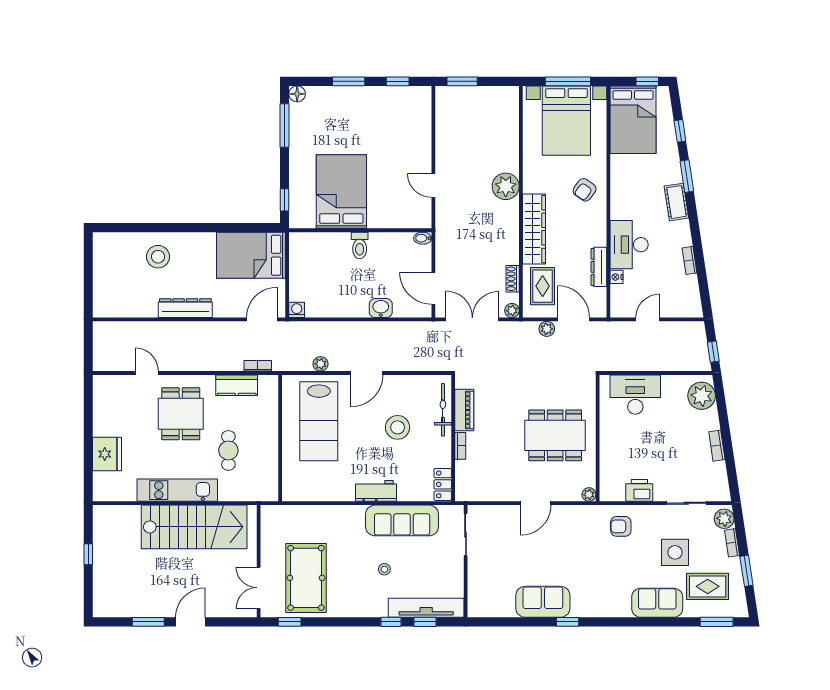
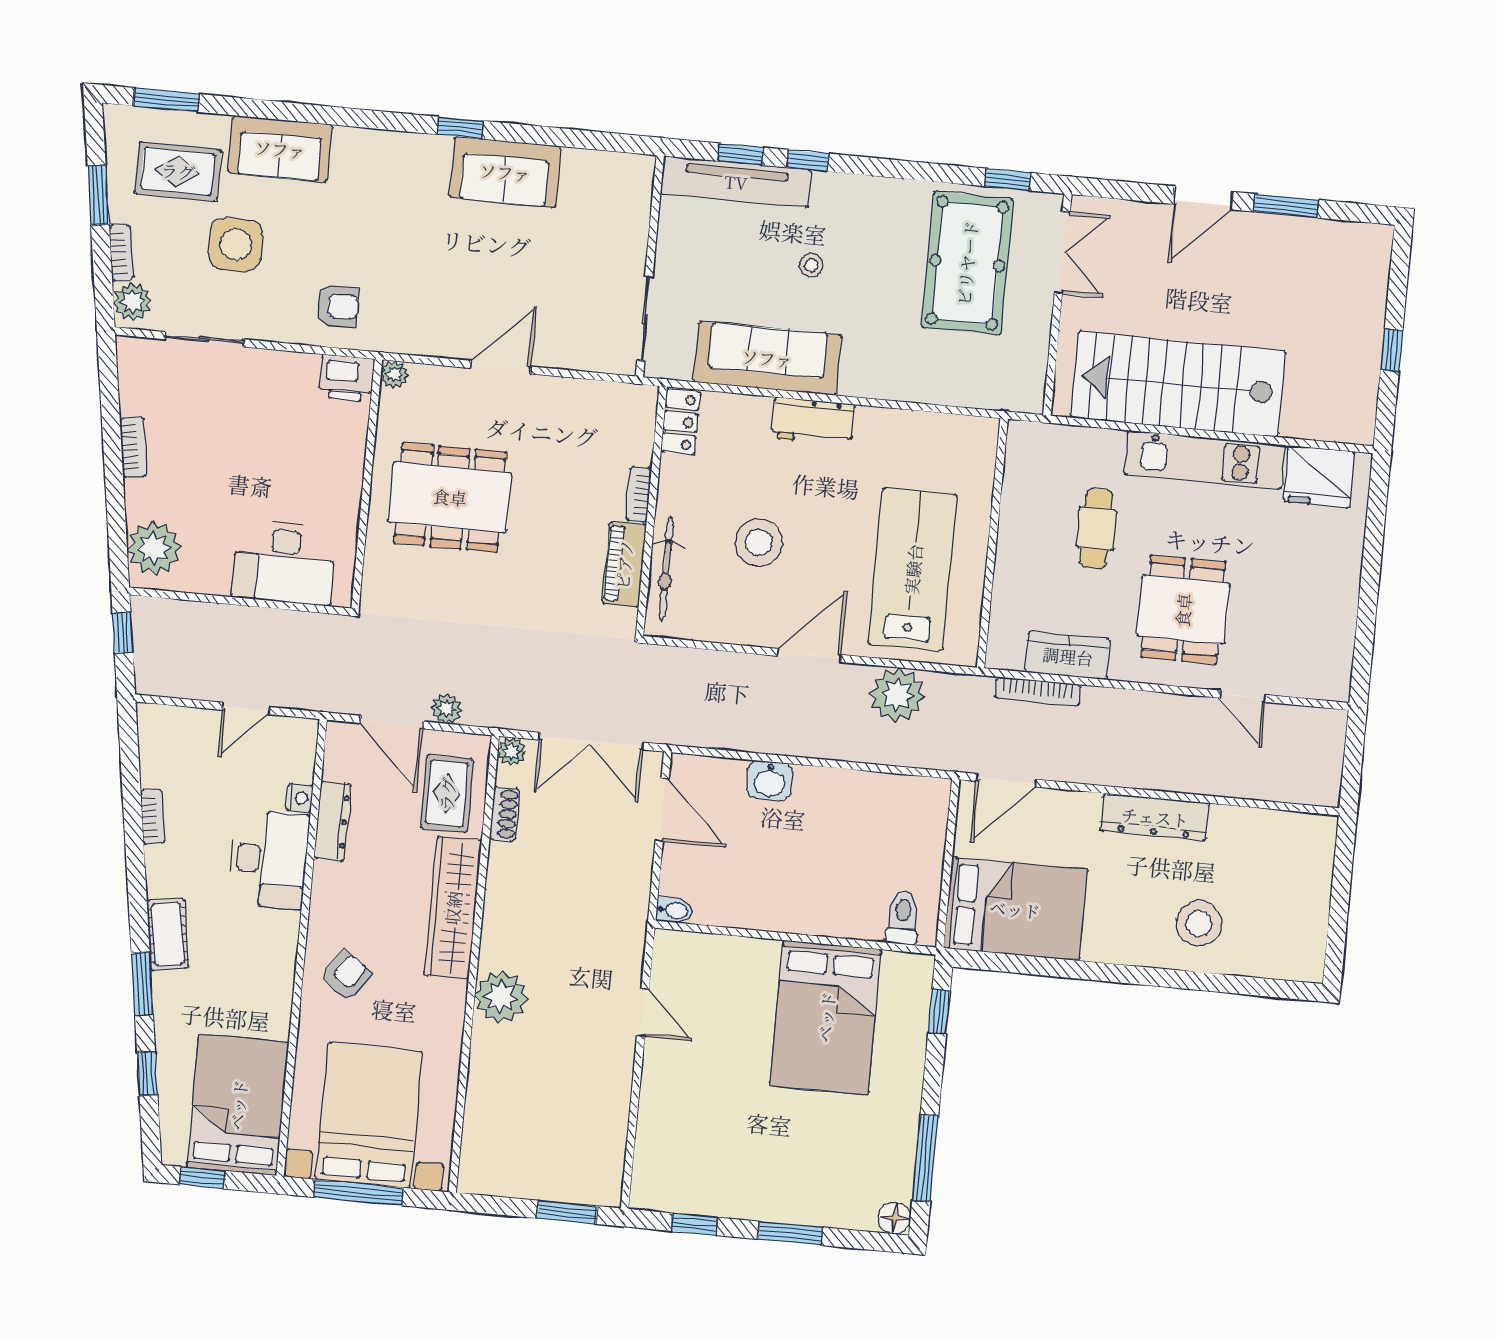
toilet: (360, 245) -> (903, 918), moved
washing machine: (297, 310) -> (936, 793), removed
plant: (321, 364) -> (897, 695), width x1.88, depth x1.88
bookcase: (258, 366) -> (1038, 691), width x1.56
fridge: (107, 454) -> (1319, 477), moved, turned -90
printer: (639, 490) -> (347, 378), moved

